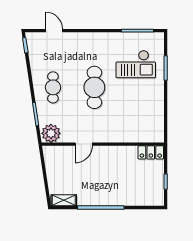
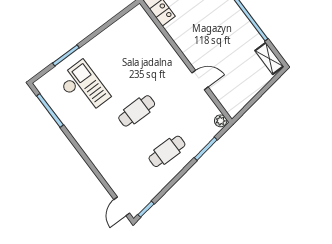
door: (54, 31) -> (122, 206), moved
cafe table: (94, 87) -> (137, 111), width x0.73, depth x0.74
plant: (51, 133) -> (221, 121), width x0.53, depth x0.53

